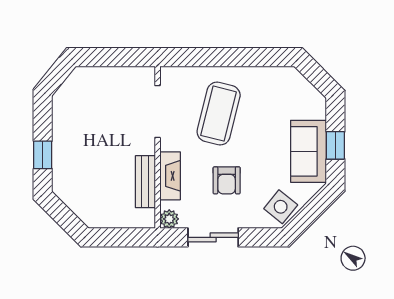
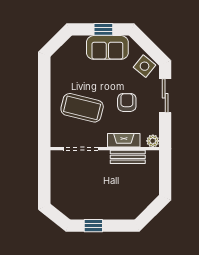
window: (43, 155) -> (93, 226), moved
armchair: (227, 180) -> (127, 102), turned -90
sliding door: (213, 237) -> (165, 96), moved

